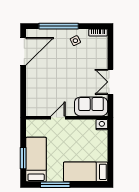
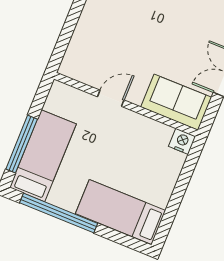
window: (23, 158) -> (22, 144), width x1.44
window: (55, 185) -> (59, 213), width x1.46

